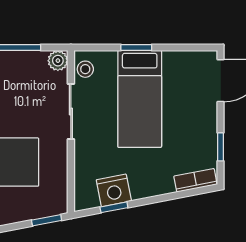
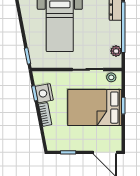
plant: (58, 61) -> (116, 51), moved
bed: (140, 99) -> (95, 108), width x1.50
bookcase: (195, 180) -> (45, 114), moved

